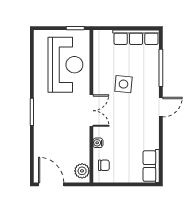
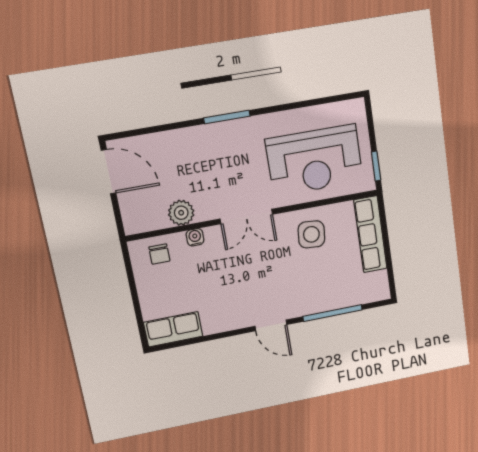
row of seats: (136, 37) -> (370, 234), moved
side table: (123, 84) -> (311, 234), moved
plant: (82, 171) -> (181, 213), moved
door: (51, 184) -> (109, 172), hinge flipped

